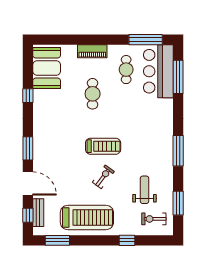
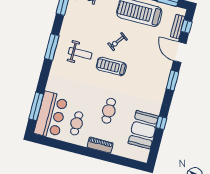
window: (146, 40) -> (55, 143), removed
booth: (47, 68) -> (143, 130), moved
weight bench: (145, 190) -> (80, 53), moved, turned -90

